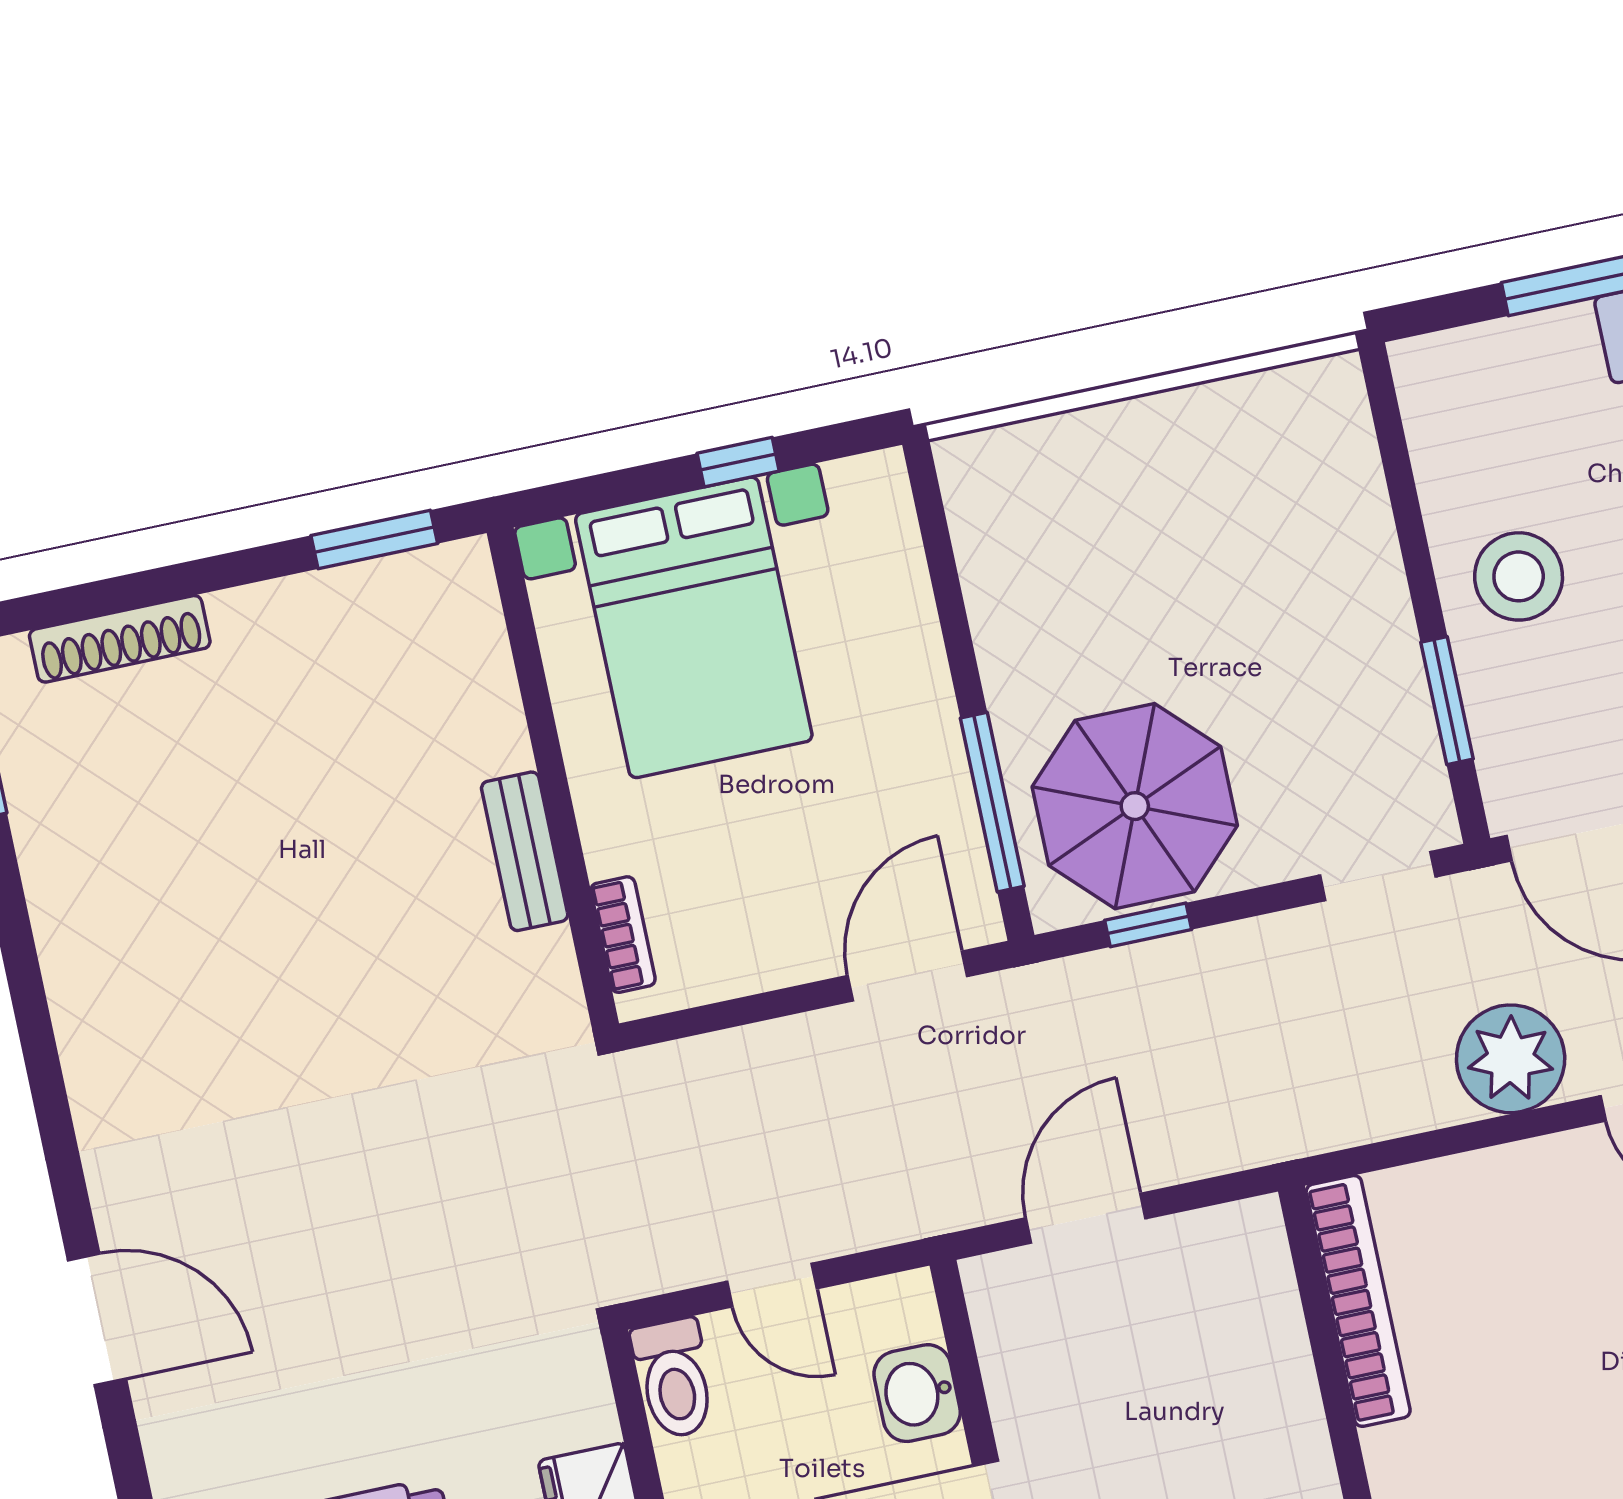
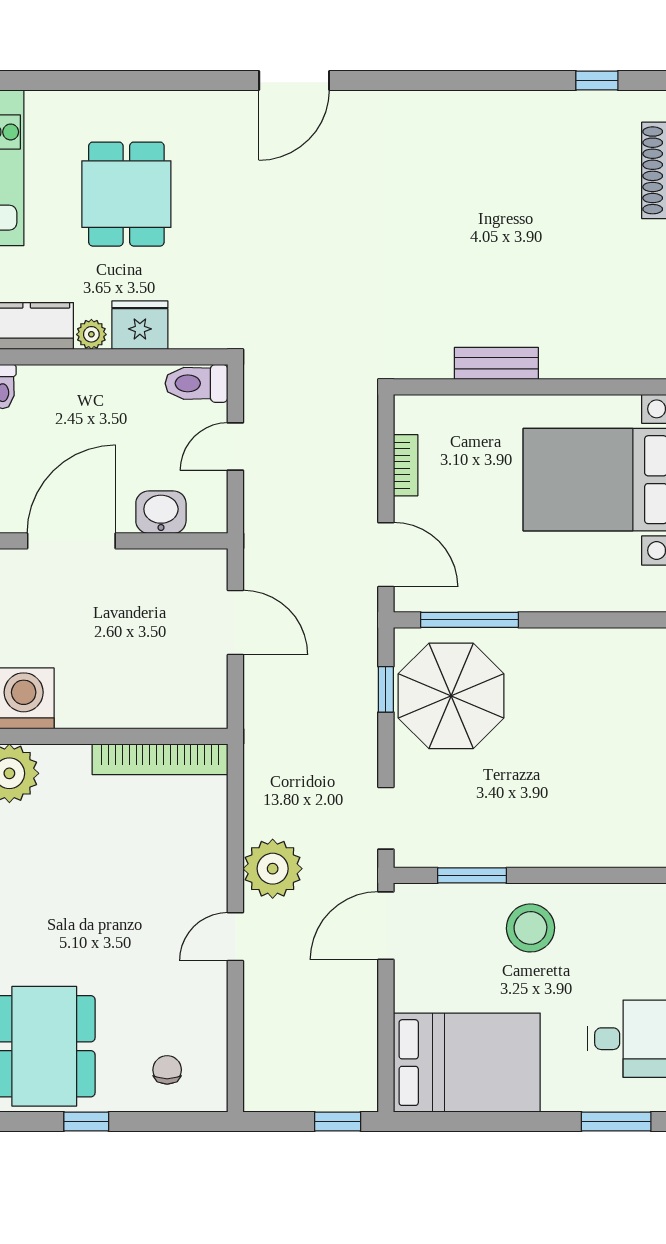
bookcase: (623, 935) -> (406, 465), moved, turned -90

